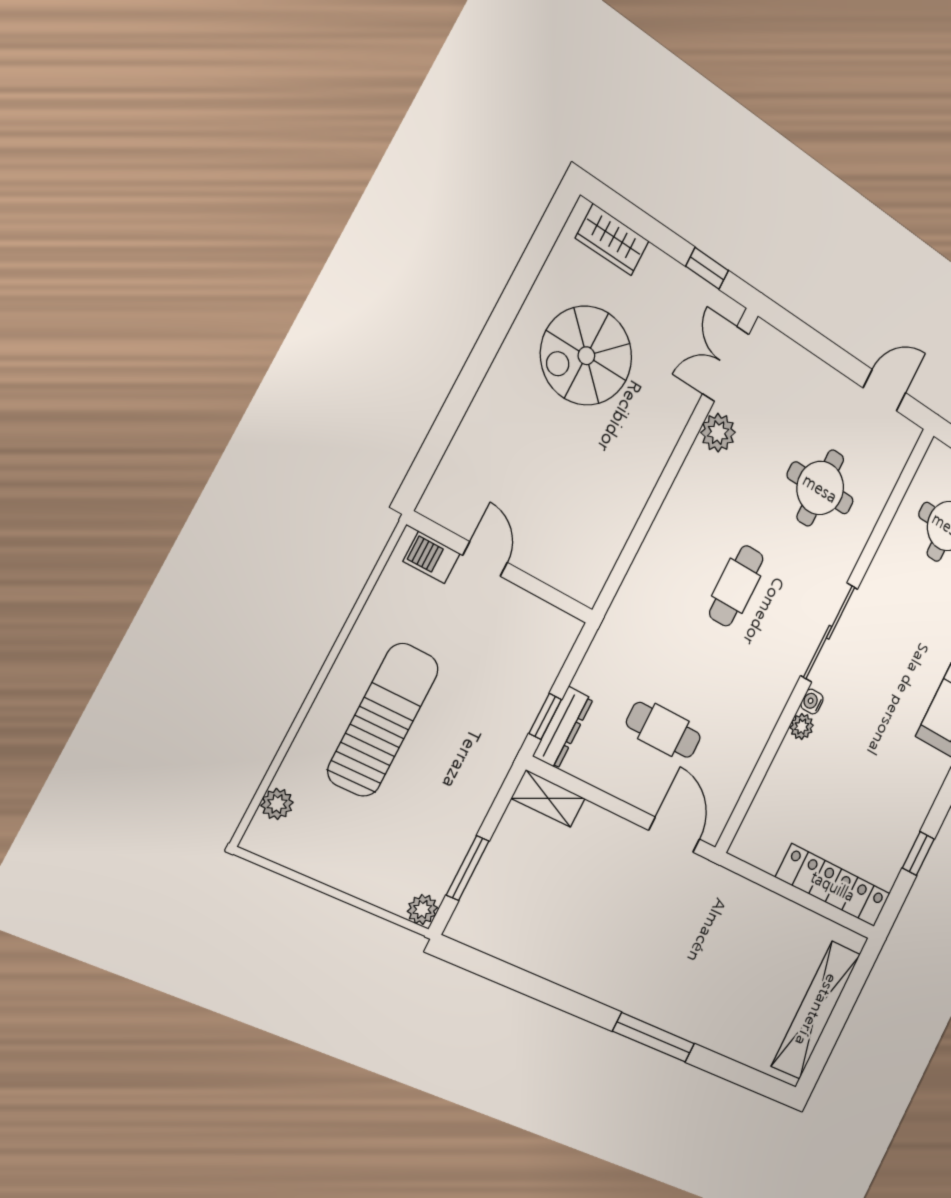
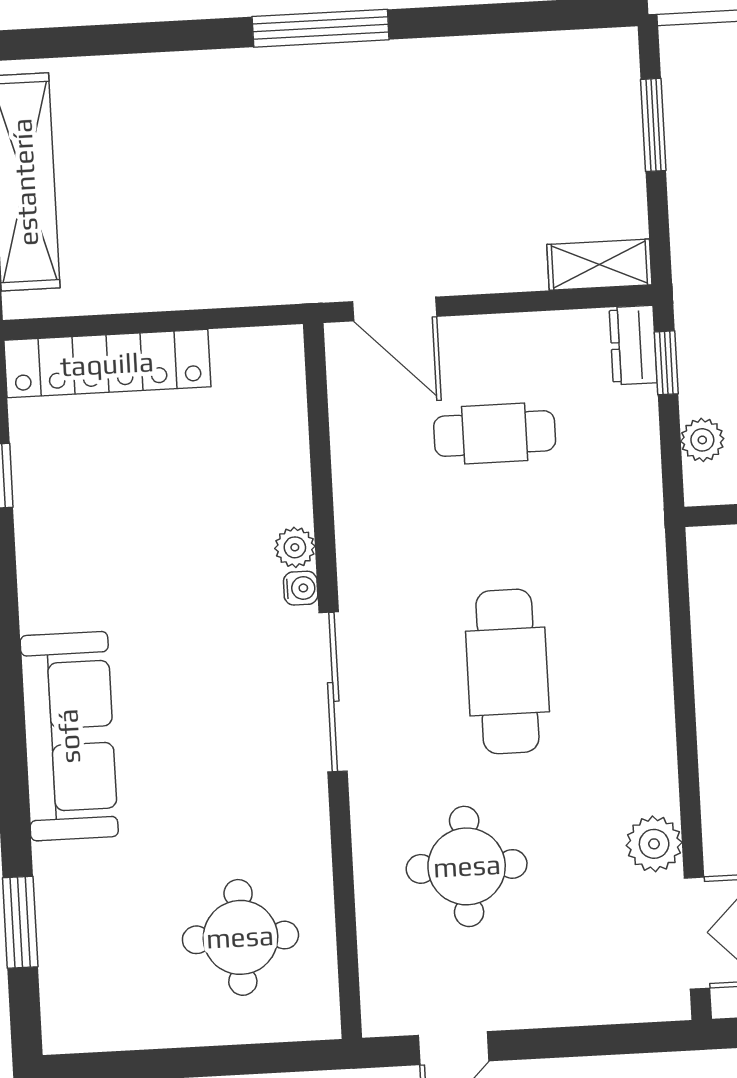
cafe table: (736, 586) -> (507, 671), width x1.37, depth x1.35
dresser: (563, 728) -> (633, 345), width x0.70
plant: (422, 909) -> (702, 440), moved
window: (654, 1037) -> (321, 28), moved

